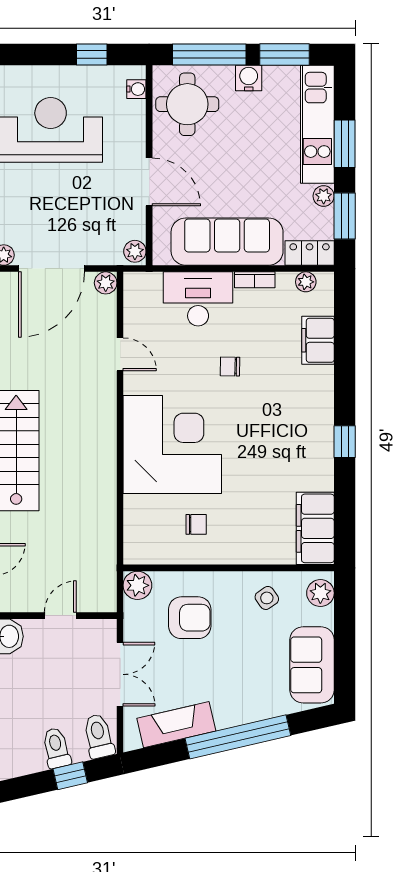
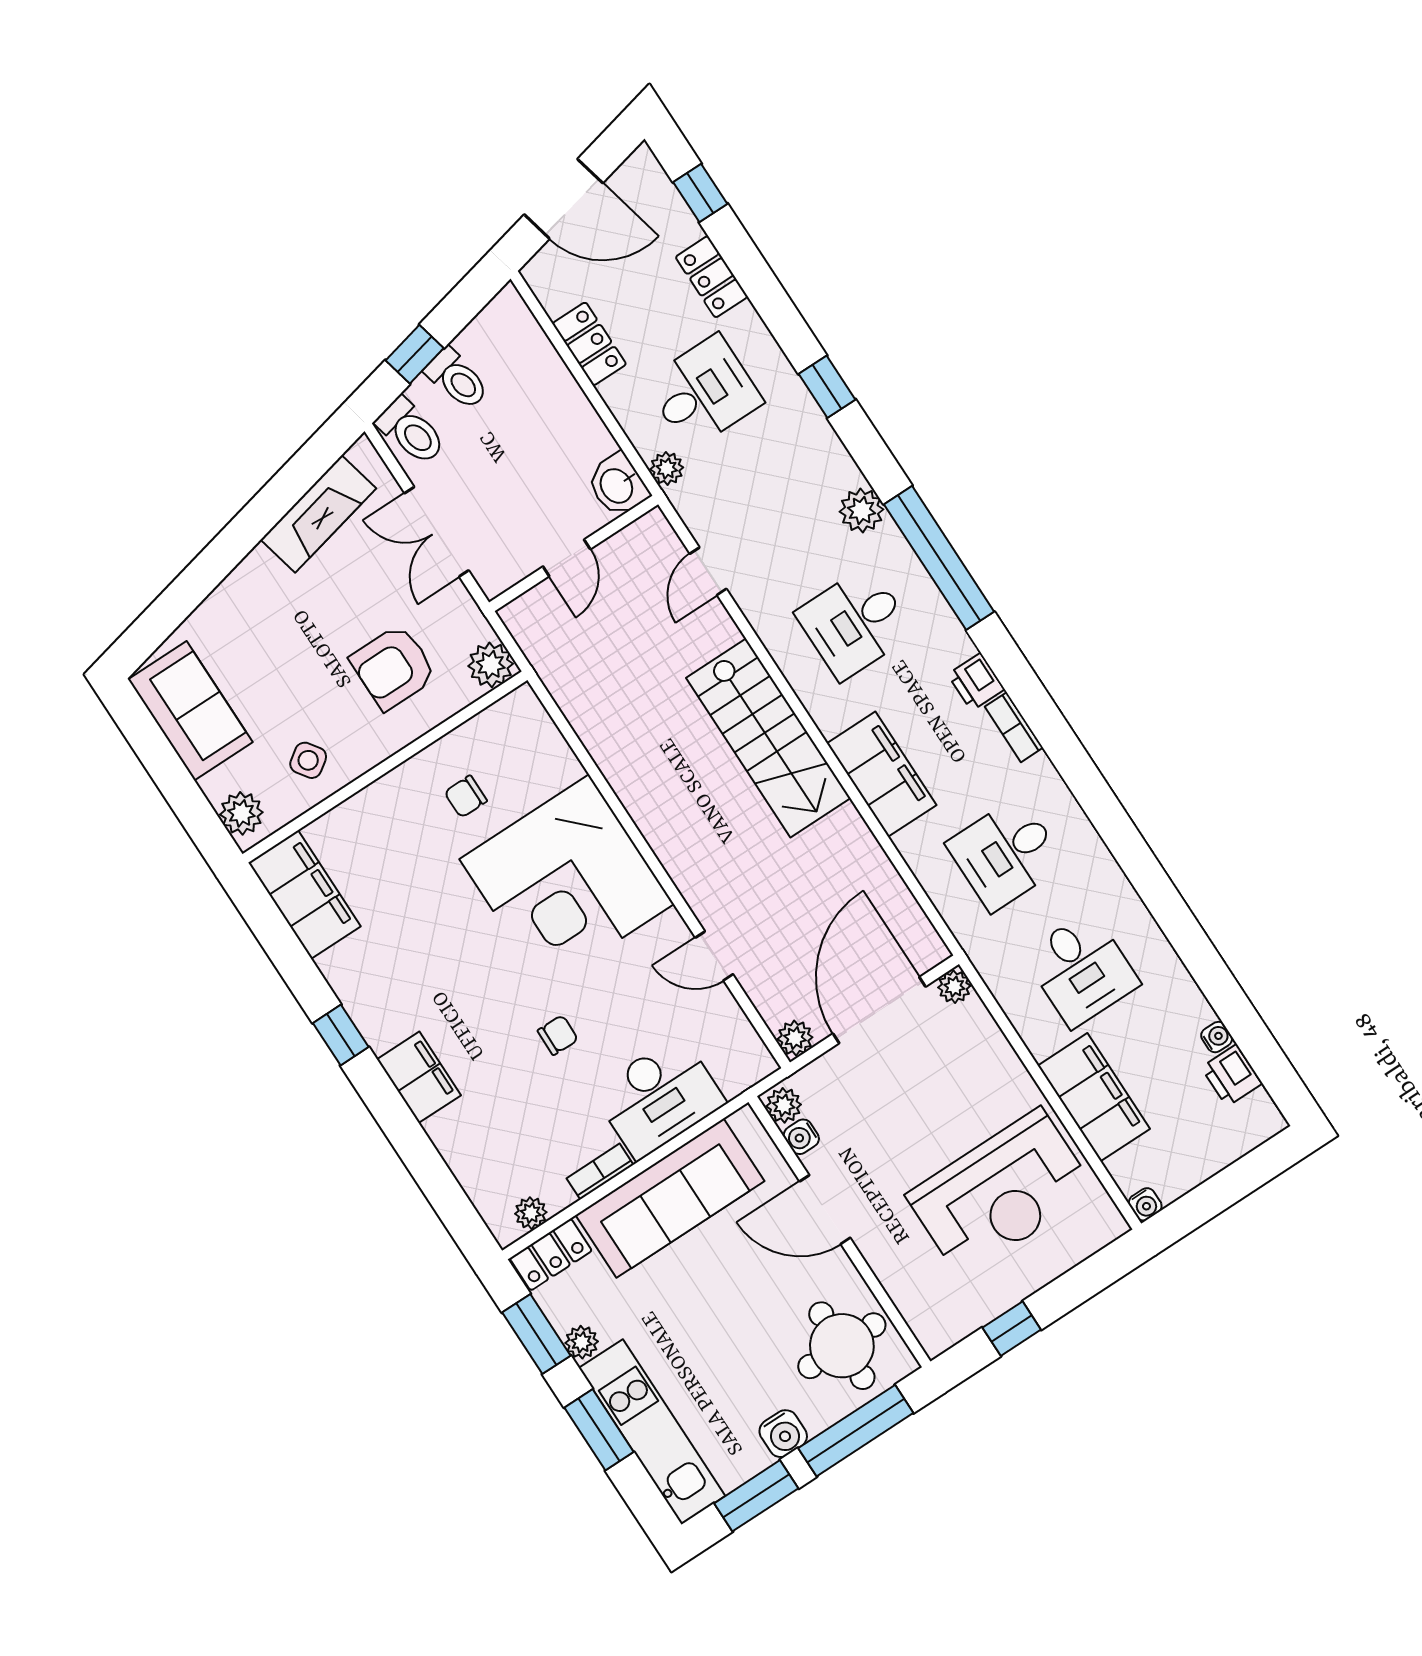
water cooler: (136, 89) -> (801, 1137), moved
filing cabinet: (318, 340) -> (419, 1077), moved
window: (238, 737) -> (226, 551), removed

